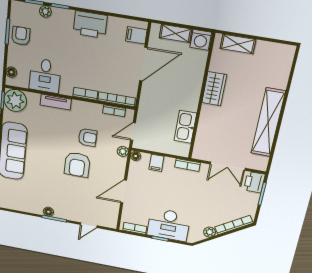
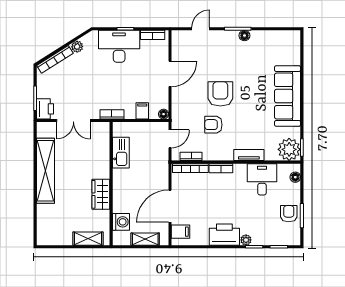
plant: (45, 11) -> (246, 240), moved
armchair: (21, 36) -> (289, 214), turned 180
washing machine: (201, 40) -> (121, 222), moved, turned 90
plant: (123, 151) -> (177, 117), removed
double door: (228, 166) -> (73, 121), swing flipped

